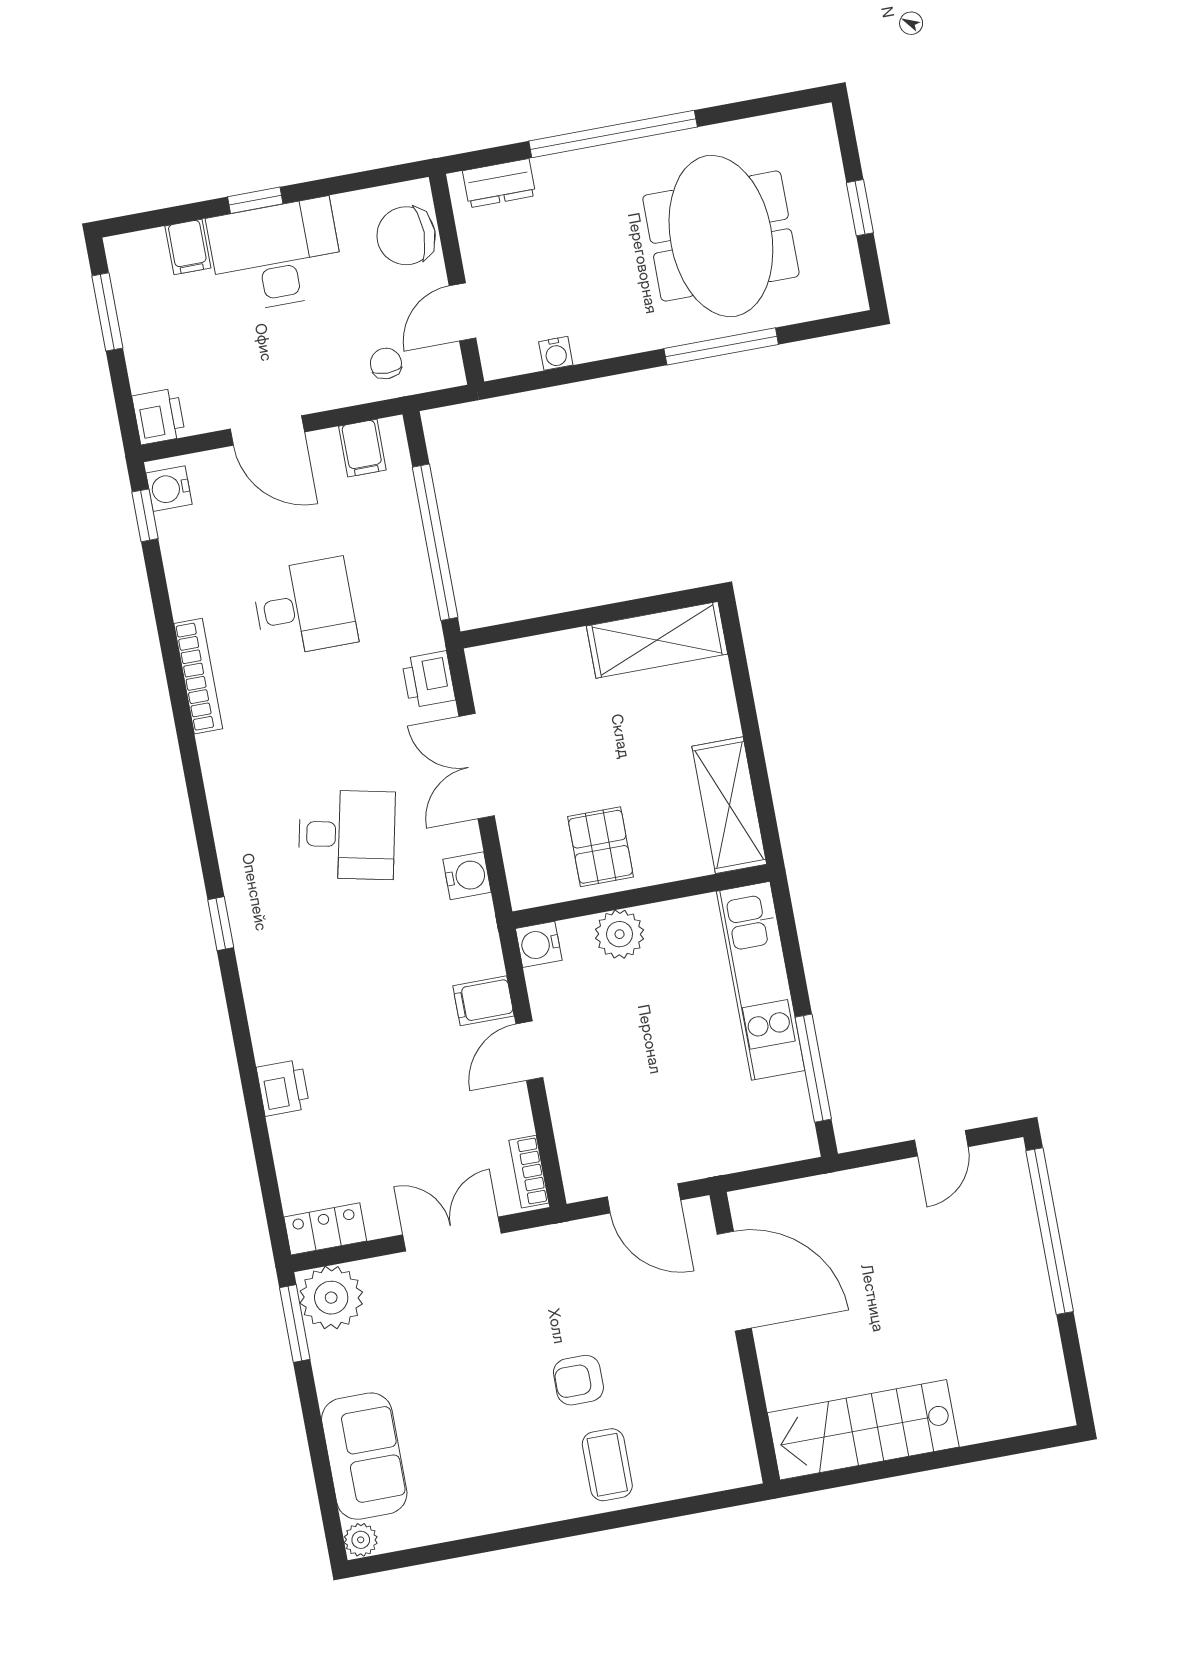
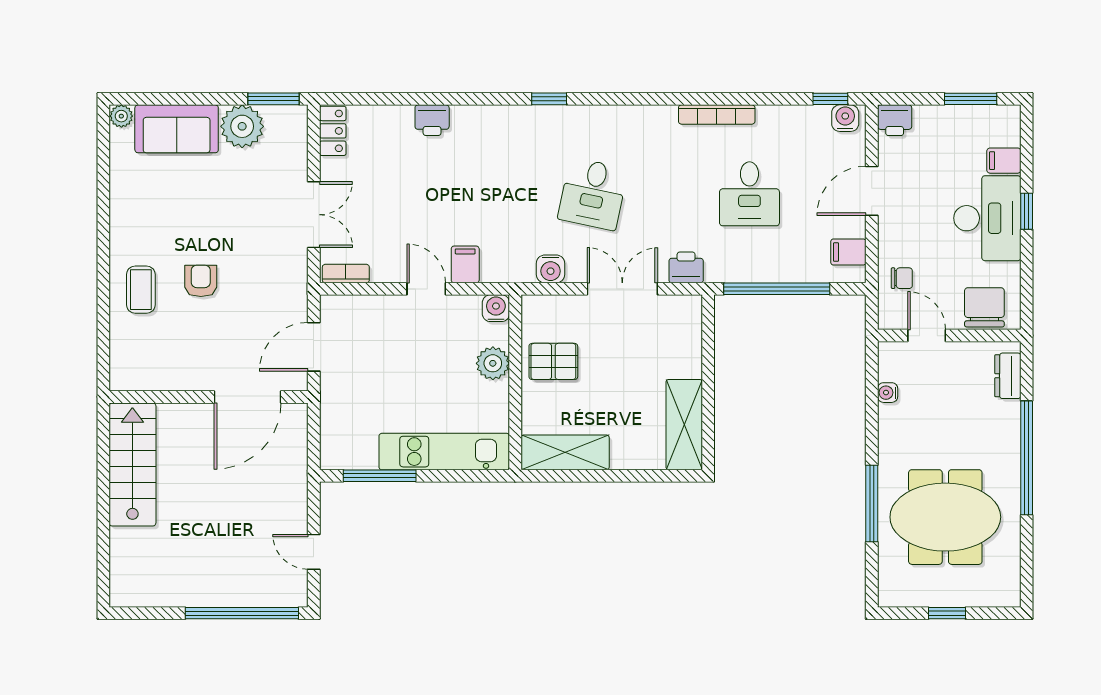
plant: (331, 1298) -> (242, 126), moved
coffee table: (607, 1465) -> (141, 290), turned 90

